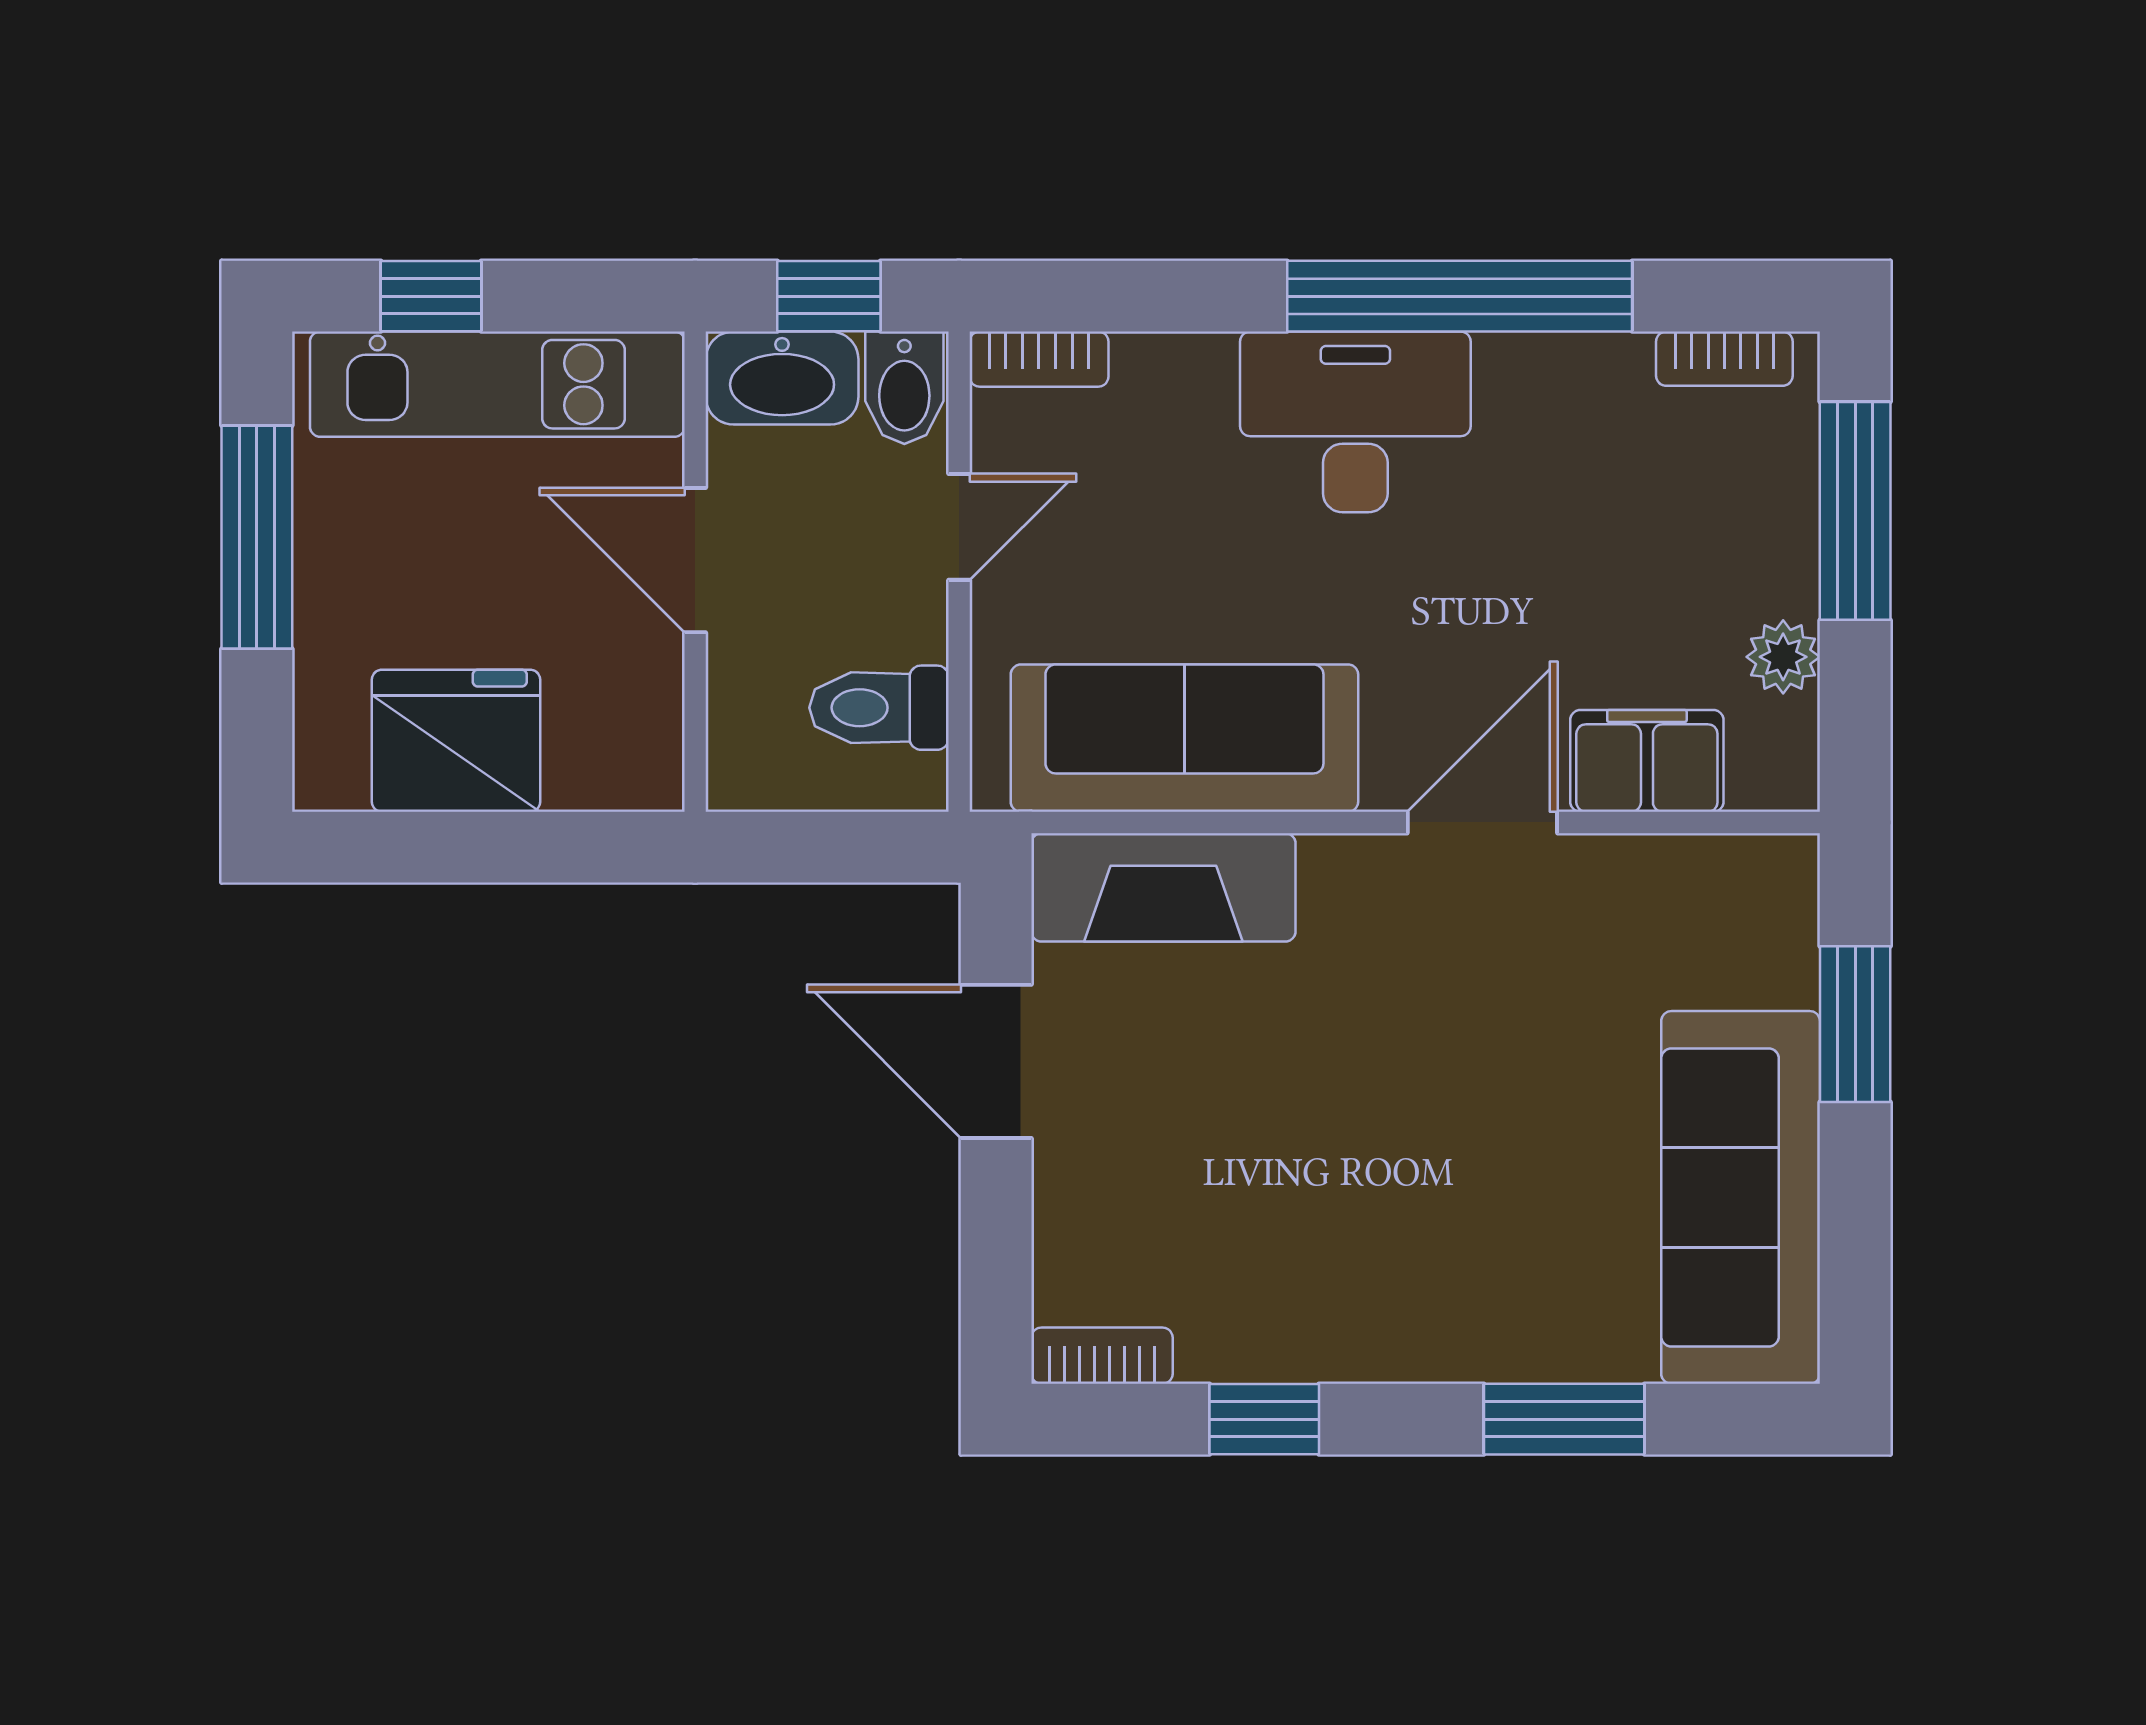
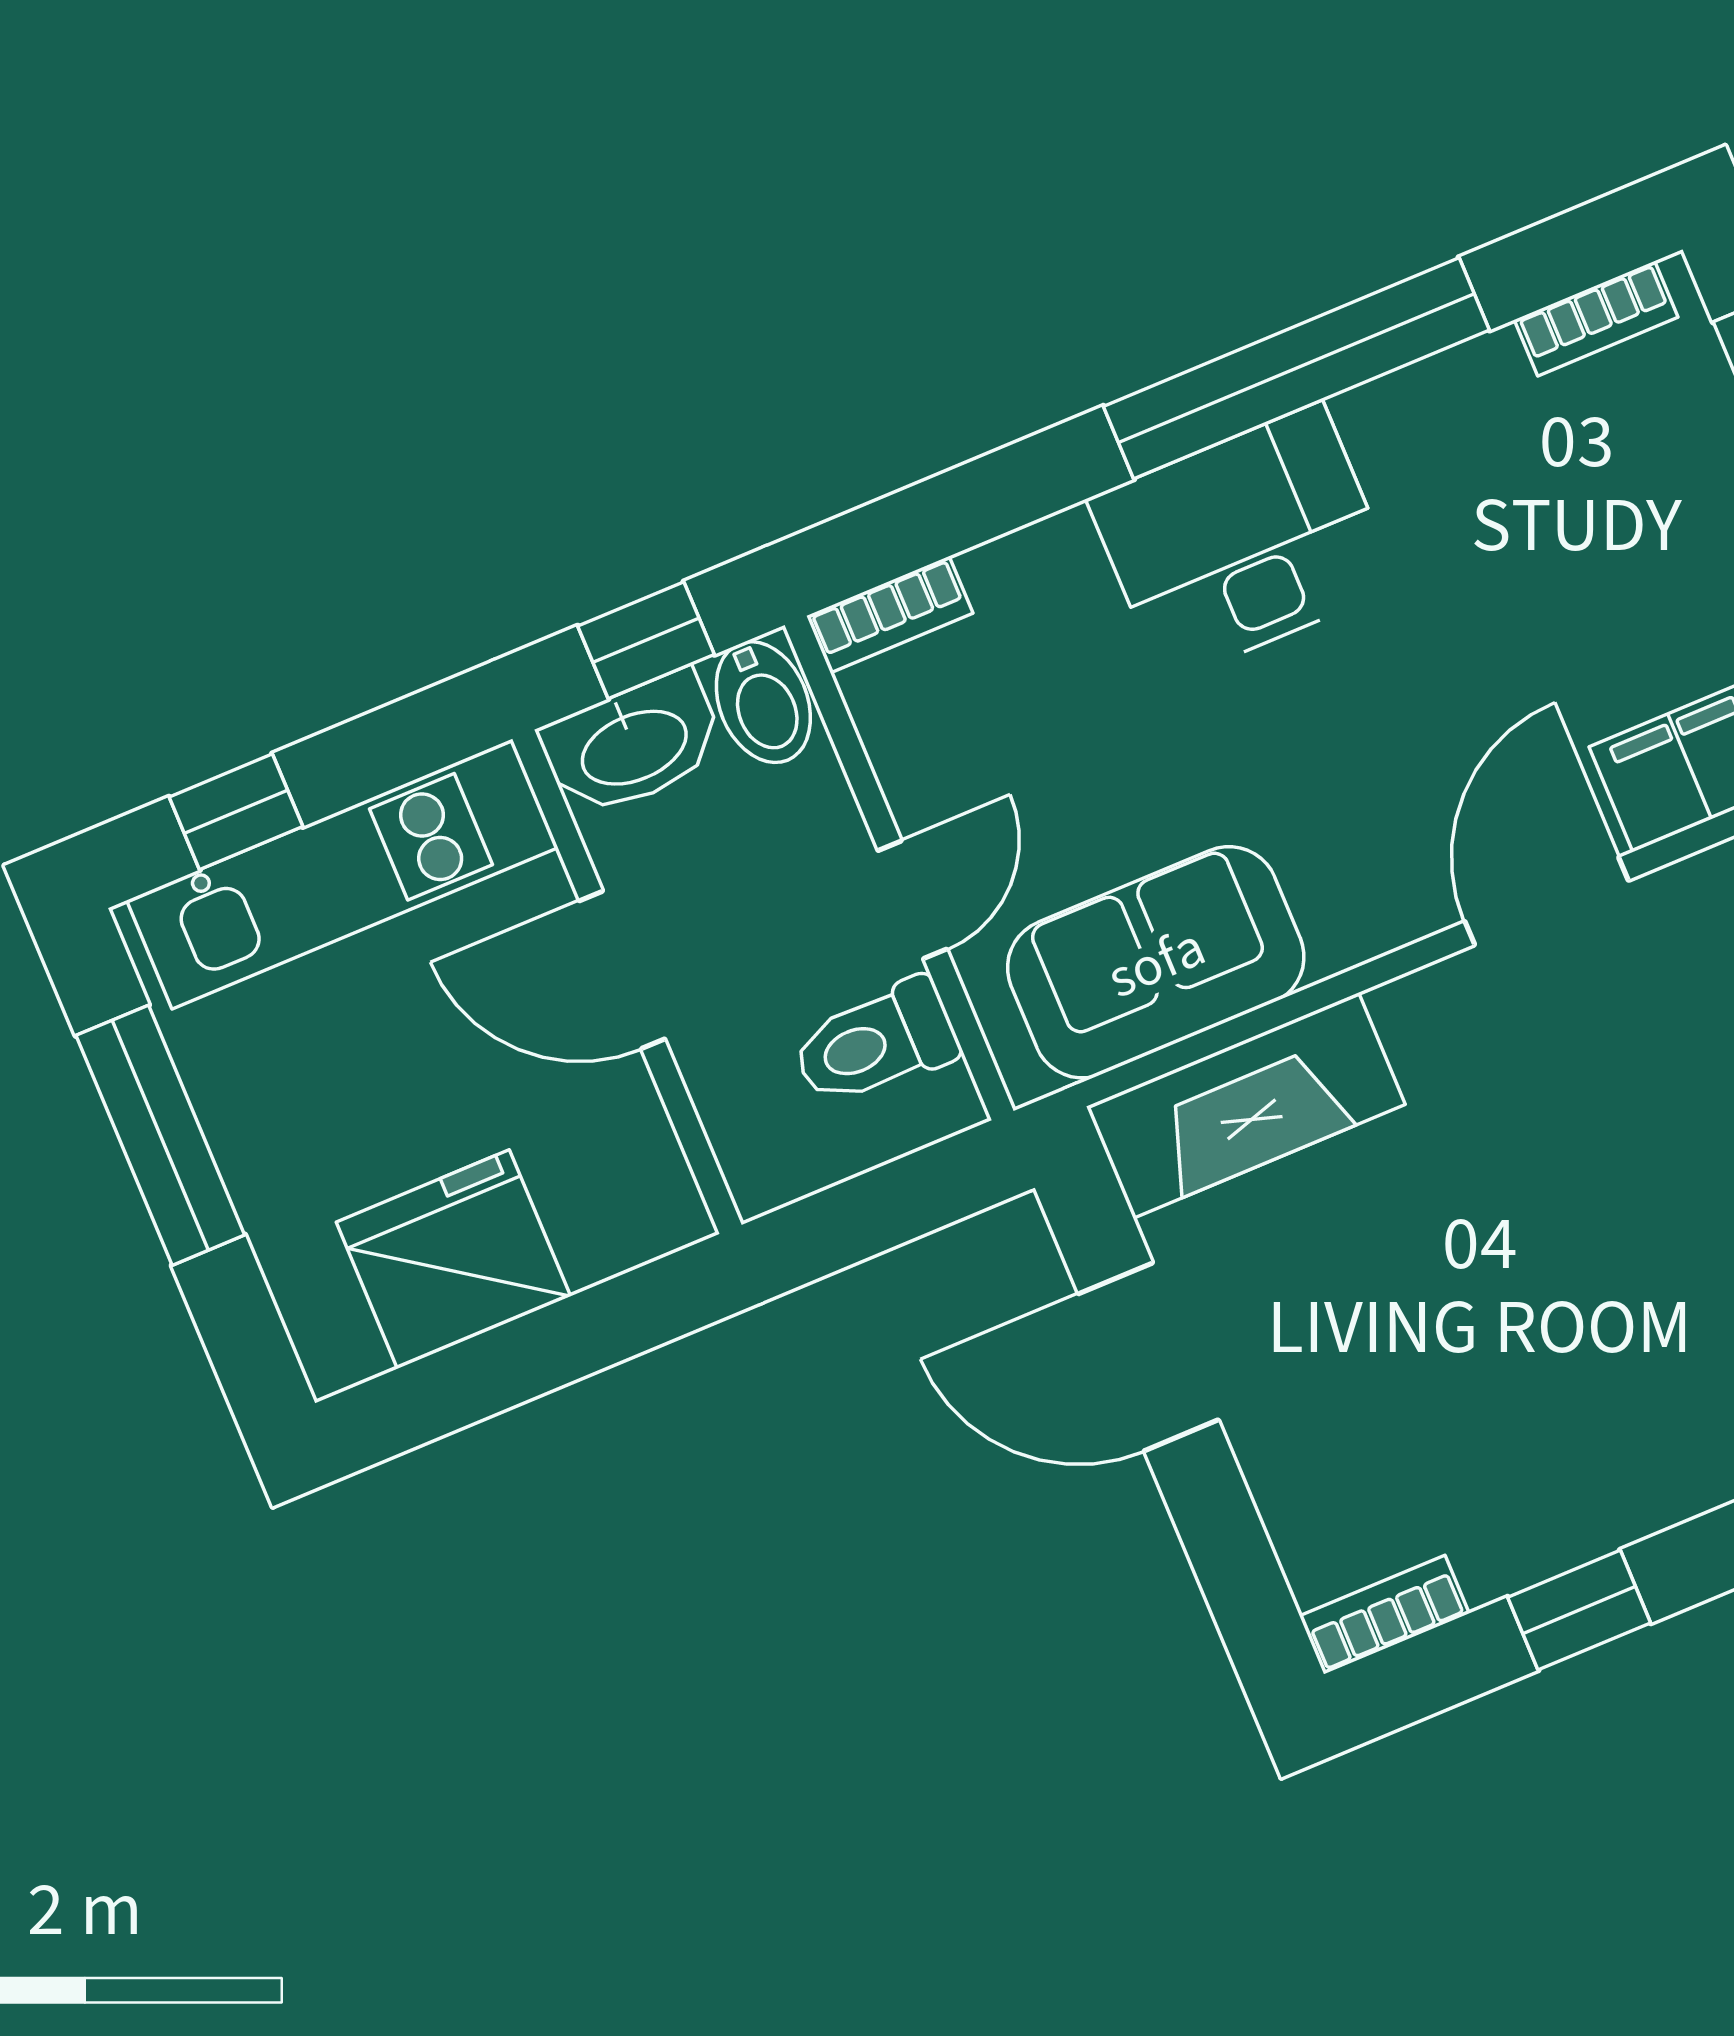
door: (959, 527) -> (912, 900), moved
sofa: (1184, 738) -> (1156, 962), width x0.73

